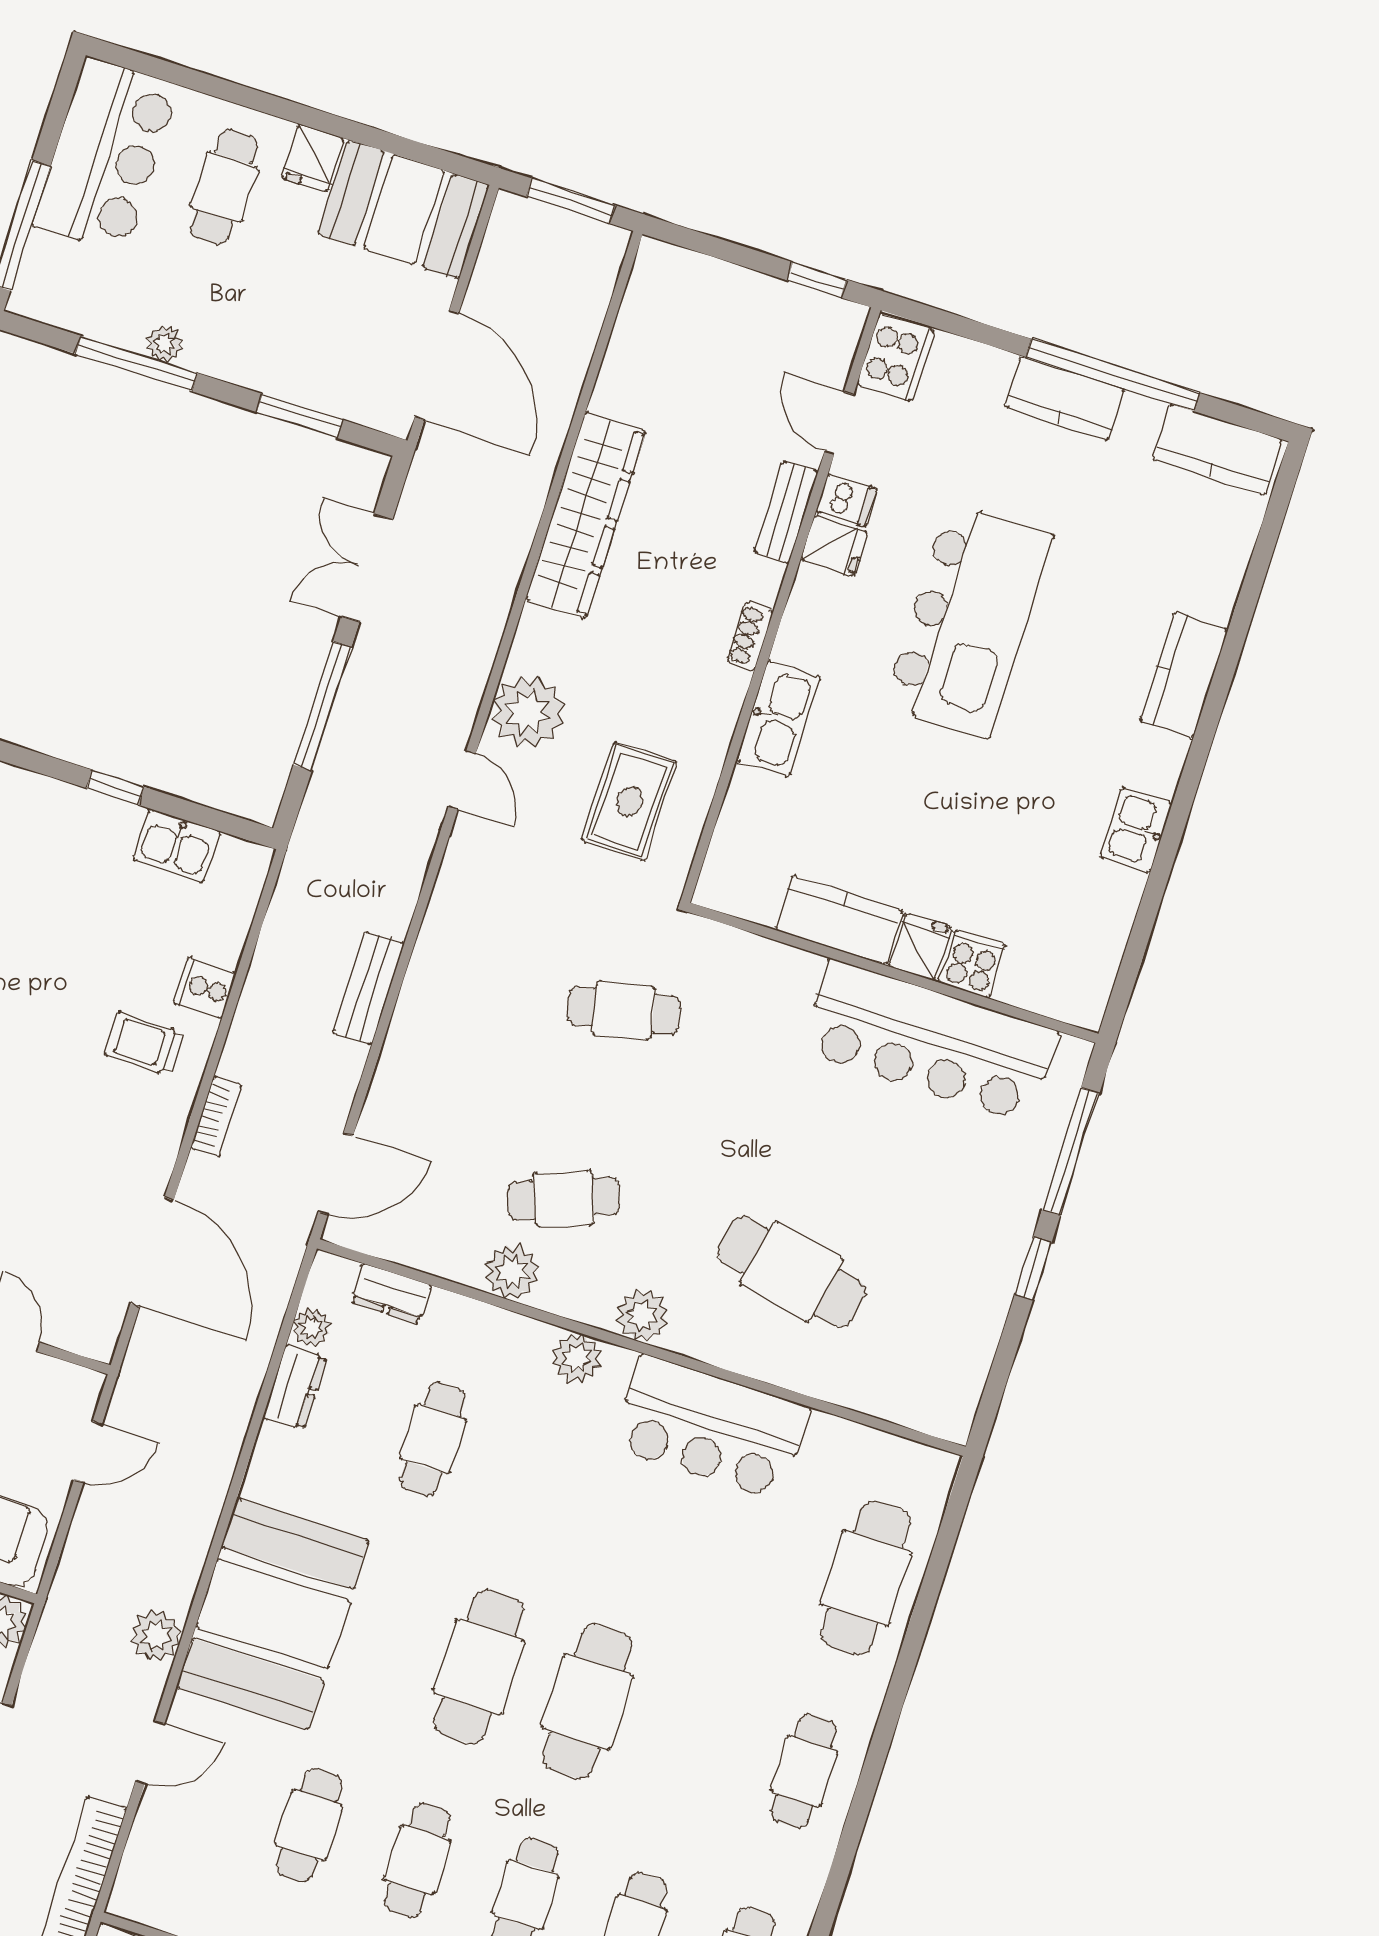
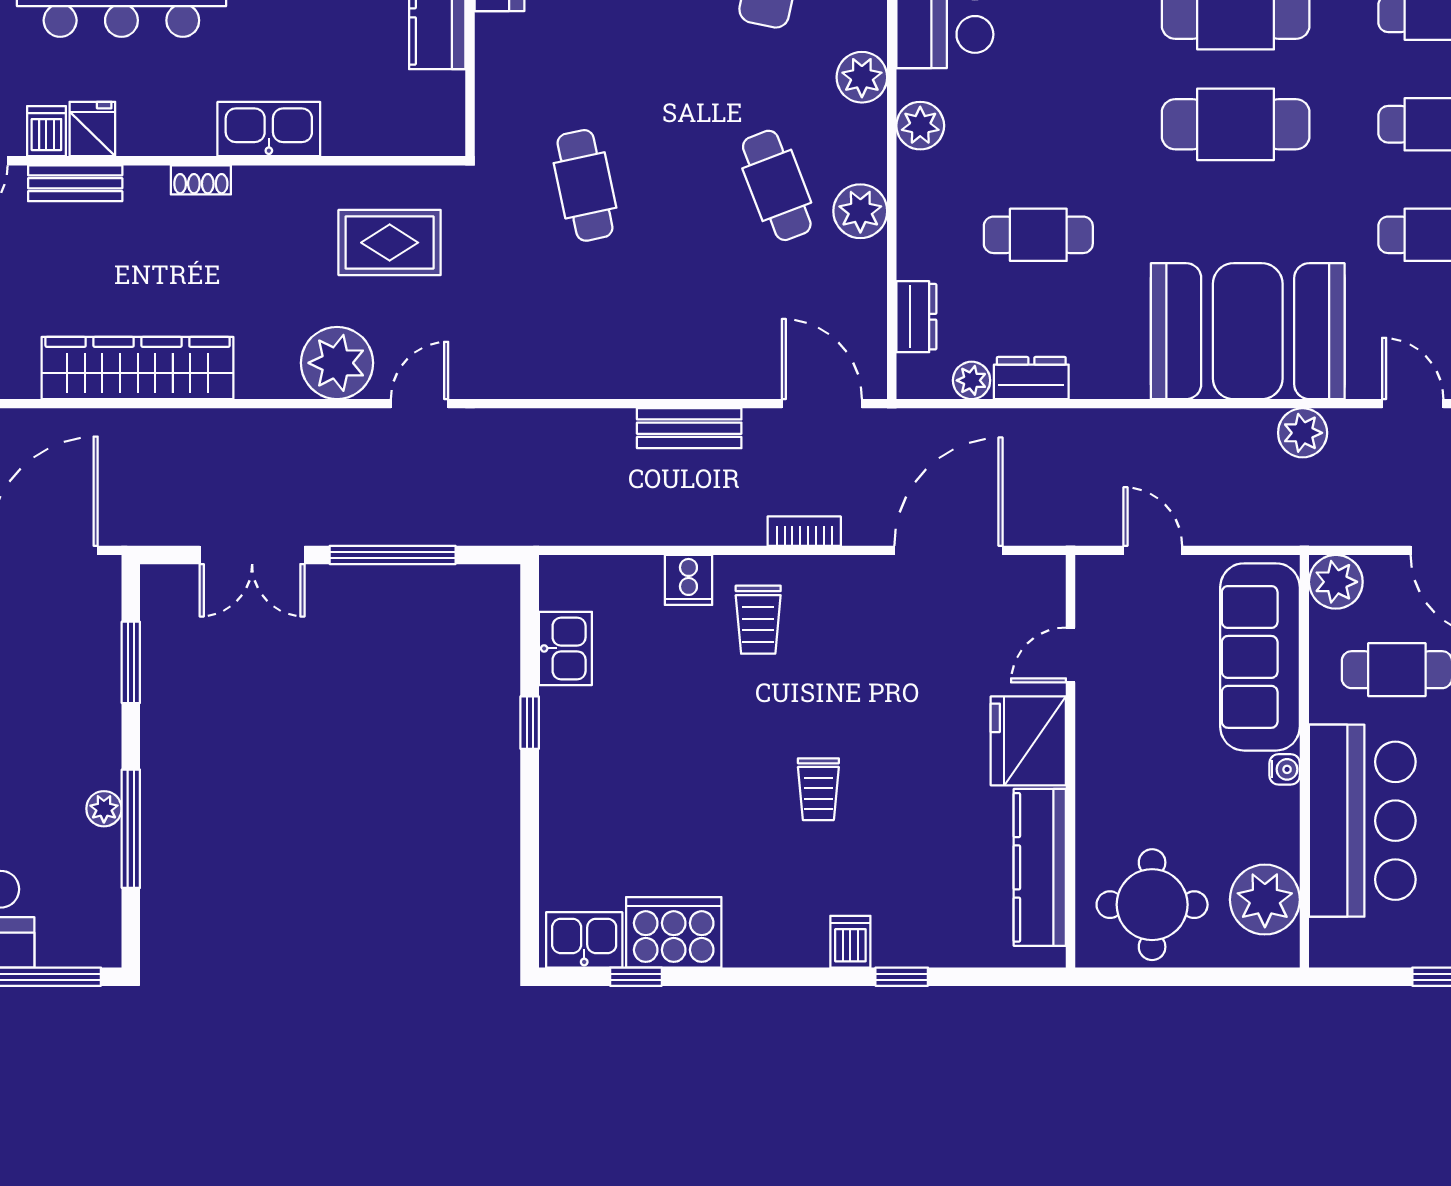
bench: (369, 988) -> (689, 428), moved

